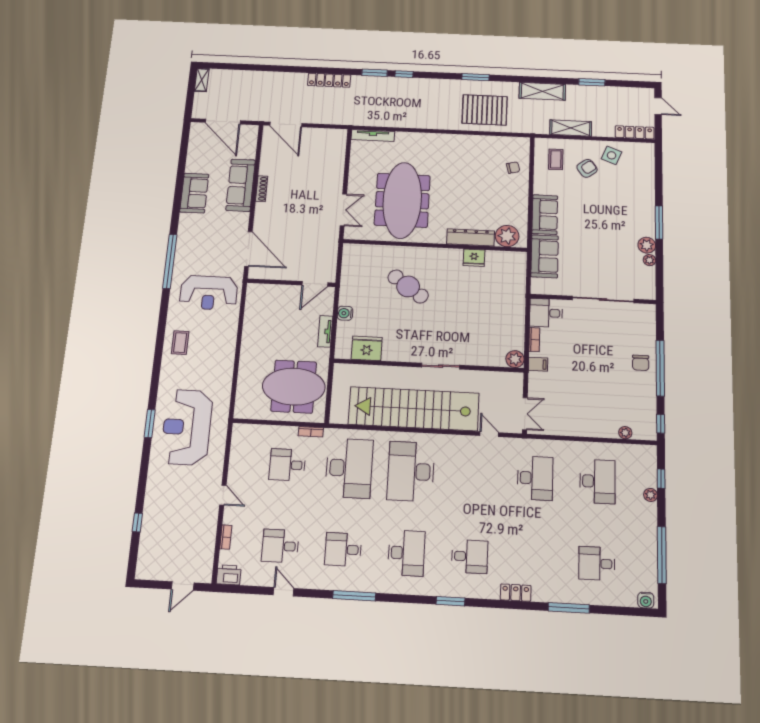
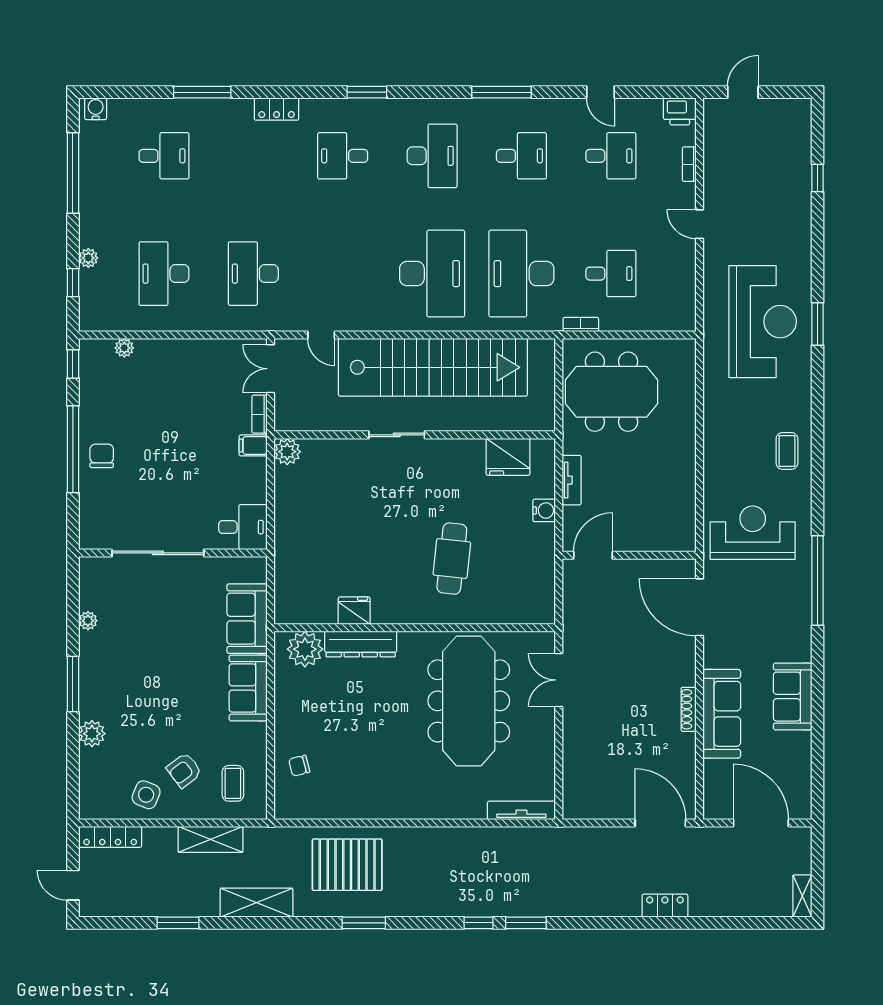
locker: (329, 80) -> (665, 906), moved, width x0.66
plant: (647, 245) -> (92, 734), moved
cafe table: (408, 286) -> (452, 559), turned 60
bookcase: (534, 340) -> (259, 414), moved
desk: (406, 553) -> (432, 156), turned 180

